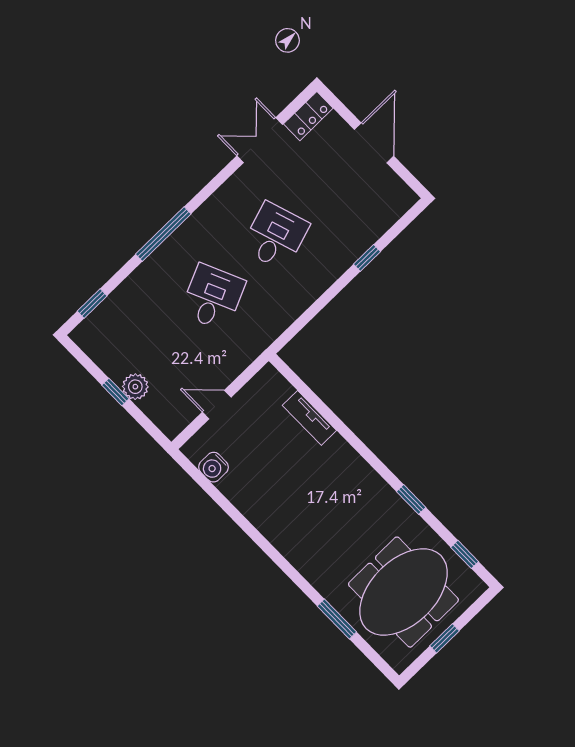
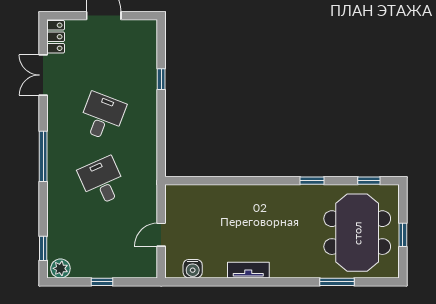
window: (163, 234) -> (43, 156), moved
desk: (275, 236) -> (102, 116), turned 39
plant: (135, 387) -> (60, 268), moved
tv unit: (309, 418) -> (248, 270), moved, turned 180

